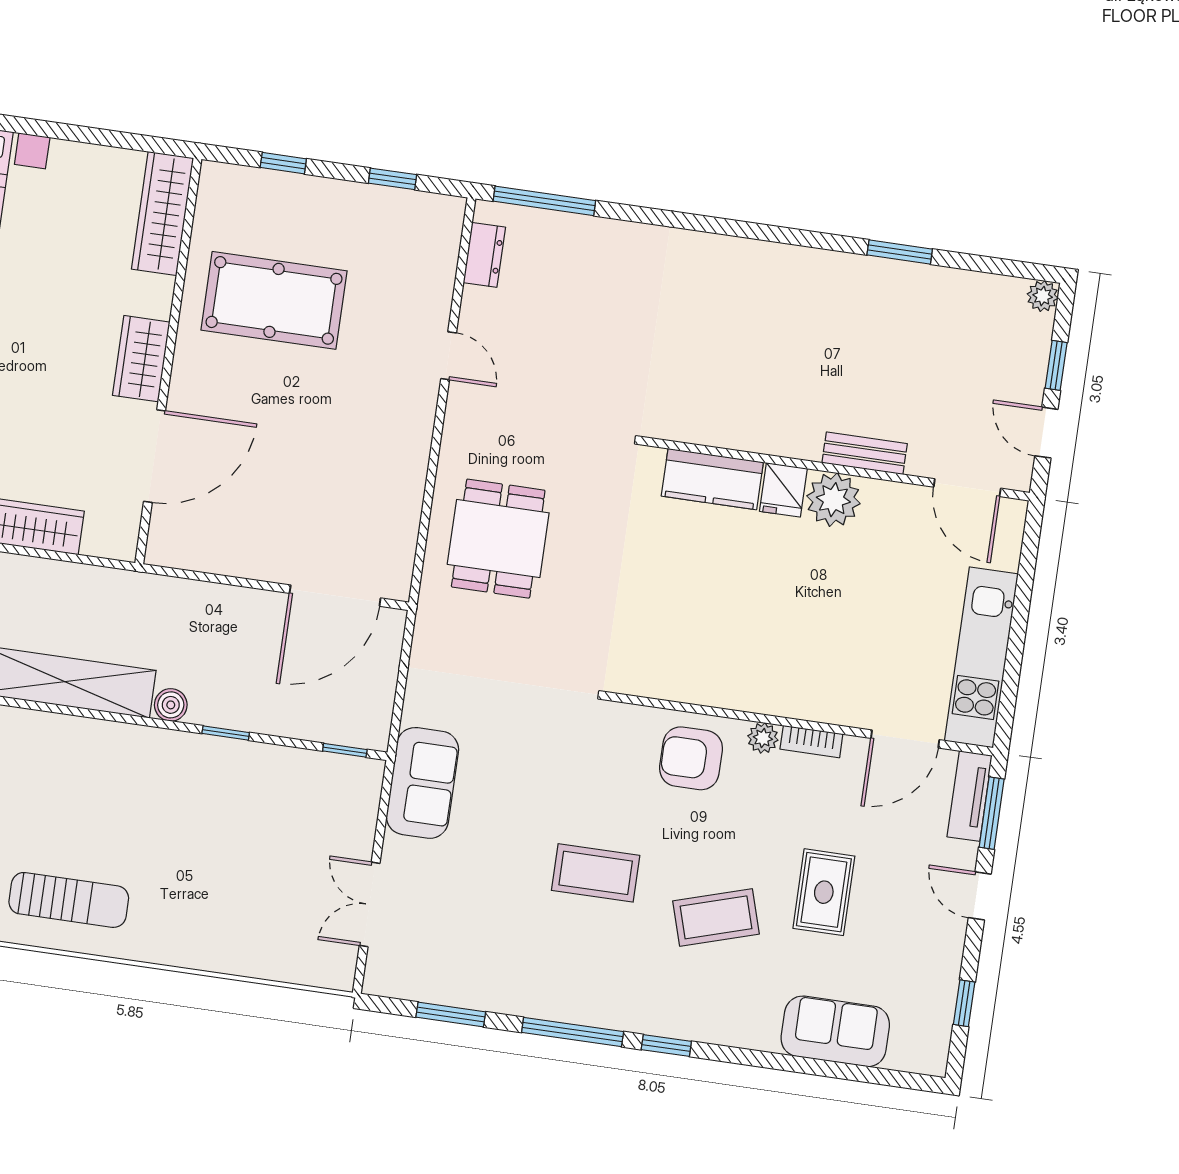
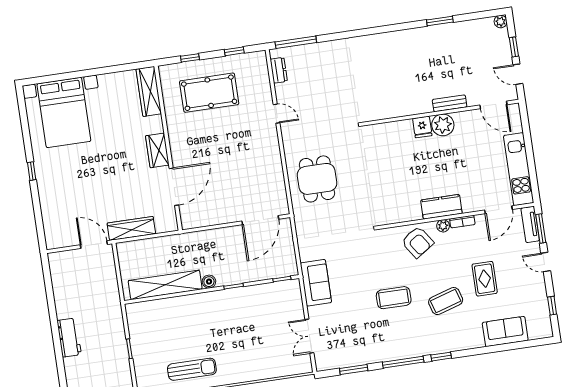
pool table: (274, 300) -> (209, 93), moved
kitchen counter: (712, 479) -> (441, 207), moved, turned 180
armchair: (691, 758) -> (417, 242), turned -124

